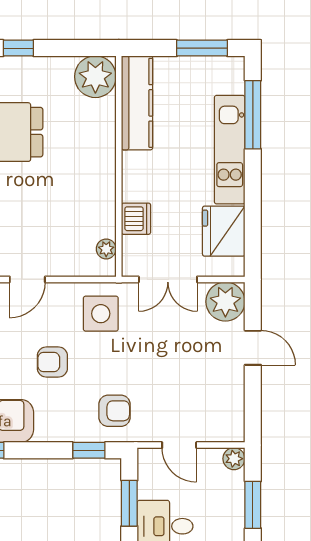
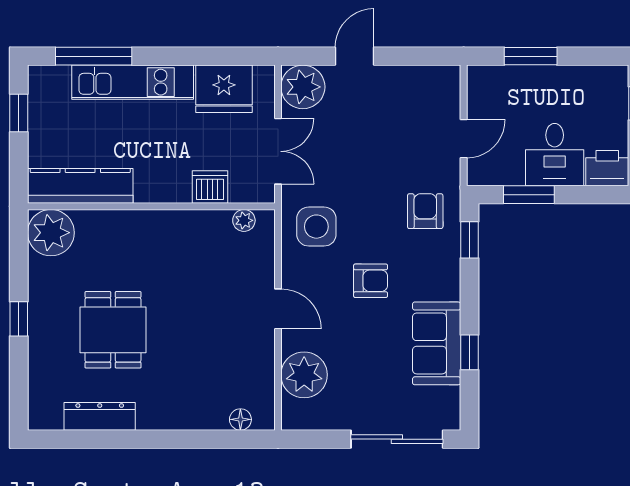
window: (202, 48) -> (19, 113), width x0.67
armchair: (52, 362) -> (371, 281), turned -90
plant: (234, 459) -> (479, 77), removed

